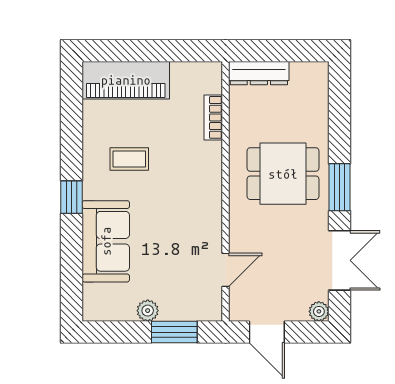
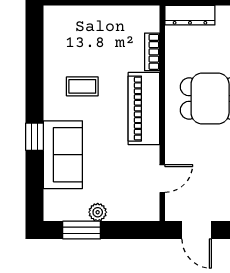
piano: (126, 80) -> (144, 109), moved, turned 90
window: (72, 197) -> (34, 137), moved
window: (174, 332) -> (82, 230), moved

